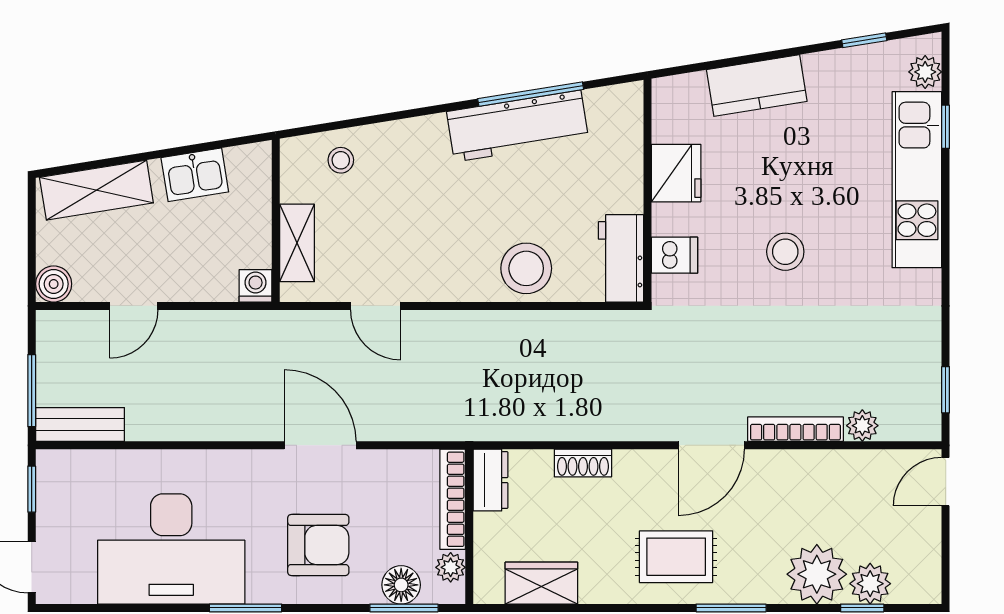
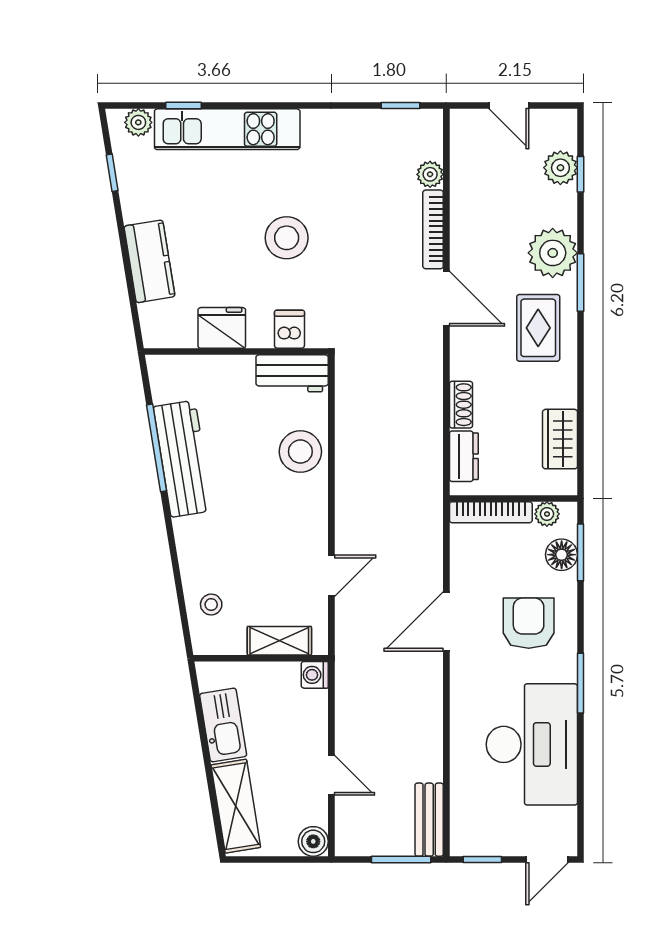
kitchen sink: (195, 175) -> (223, 725), width x1.38
stool: (785, 252) -> (287, 238), width x1.38, depth x1.38
dresser: (491, 480) -> (464, 456), moved, turned 90
door: (946, 482) -> (509, 106), moved
plant: (817, 574) -> (553, 253), moved

